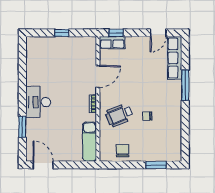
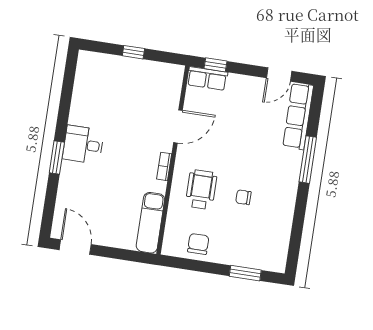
desk: (38, 102) -> (83, 145), width x0.73
wheelchair: (119, 115) -> (201, 189), turned 112
window: (22, 127) -> (57, 157), moved

